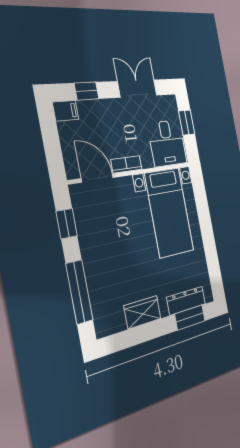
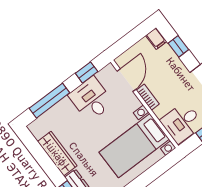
desk: (100, 236) -> (91, 99), added
wardrobe: (143, 312) -> (57, 154), width x1.50

